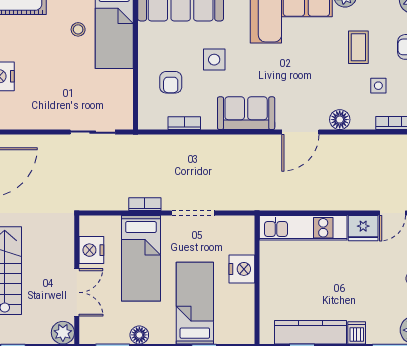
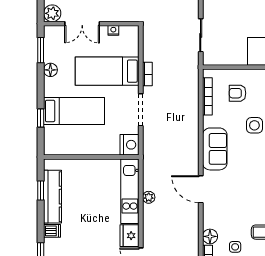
floor lamp: (340, 120) -> (210, 236), moved
bookcase: (184, 123) -> (207, 96), width x1.56
plant: (311, 202) -> (149, 197), added
nightstand: (91, 250) -> (113, 30), width x0.53, depth x0.56
nightstand: (242, 269) -> (130, 145), moved, turned -90

